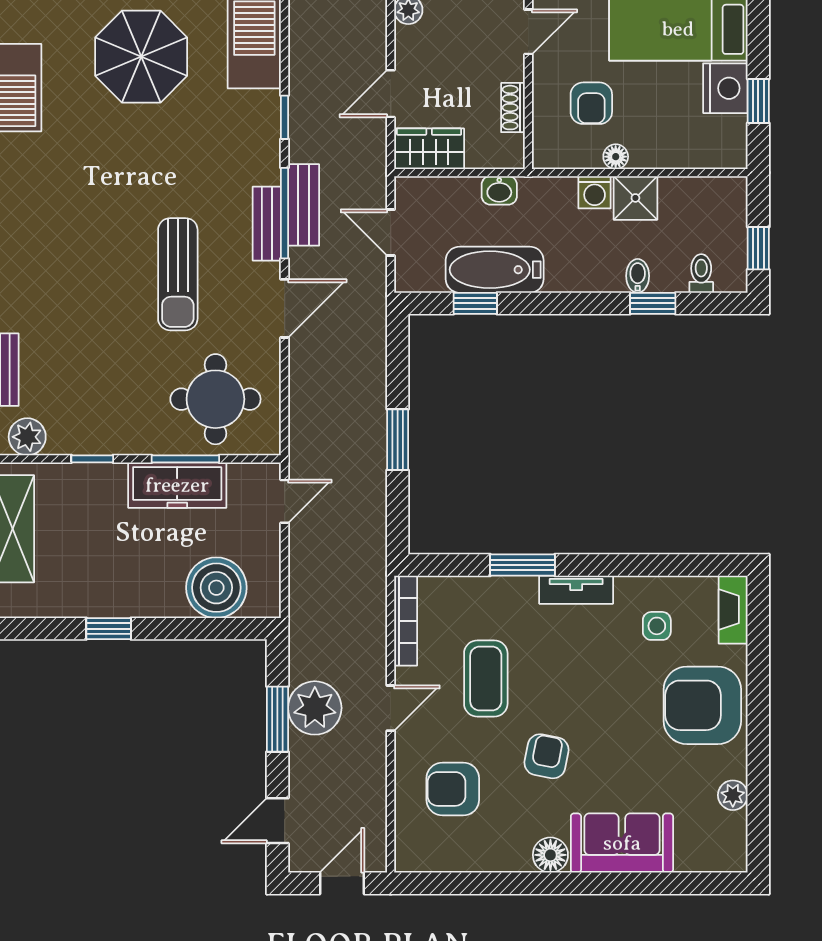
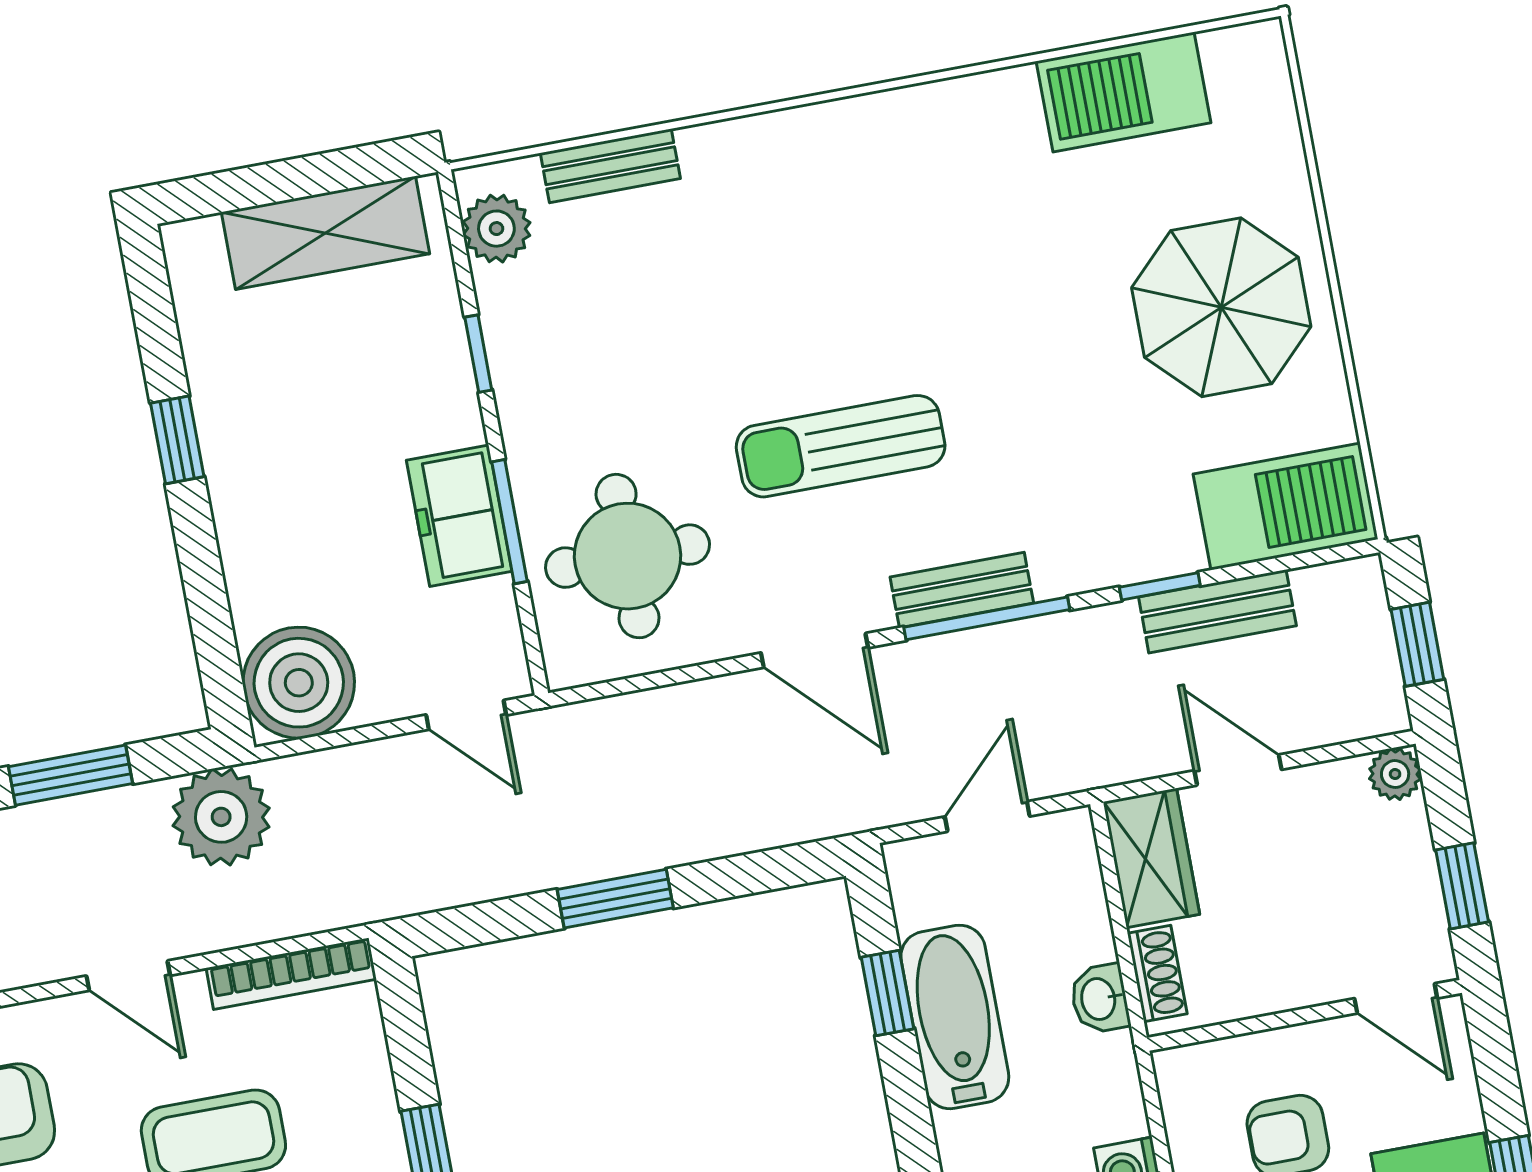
shoe rack: (513, 108) -> (1157, 974), moved, turned 90
bench: (304, 205) -> (1217, 611), moved
freezer: (177, 485) -> (459, 516), width x0.71
boiler: (216, 588) -> (299, 683), moved
plant: (315, 708) -> (221, 817), moved

